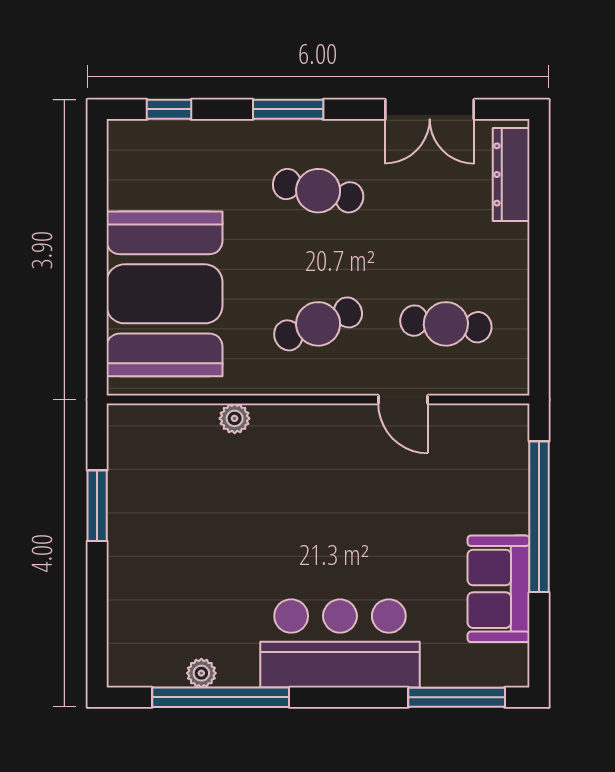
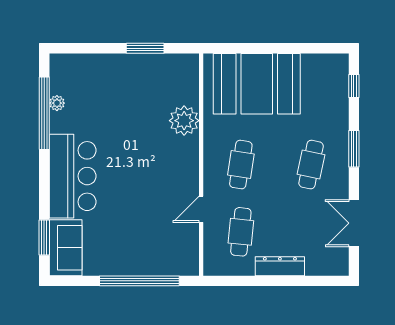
dresser: (511, 174) -> (280, 266), moved
cafe table: (318, 324) -> (241, 165), turned 30
plant: (235, 418) -> (184, 121), width x1.87, depth x1.87
sofa: (499, 589) -> (66, 248), moved, turned 90
window: (457, 697) -> (44, 237), width x0.69

